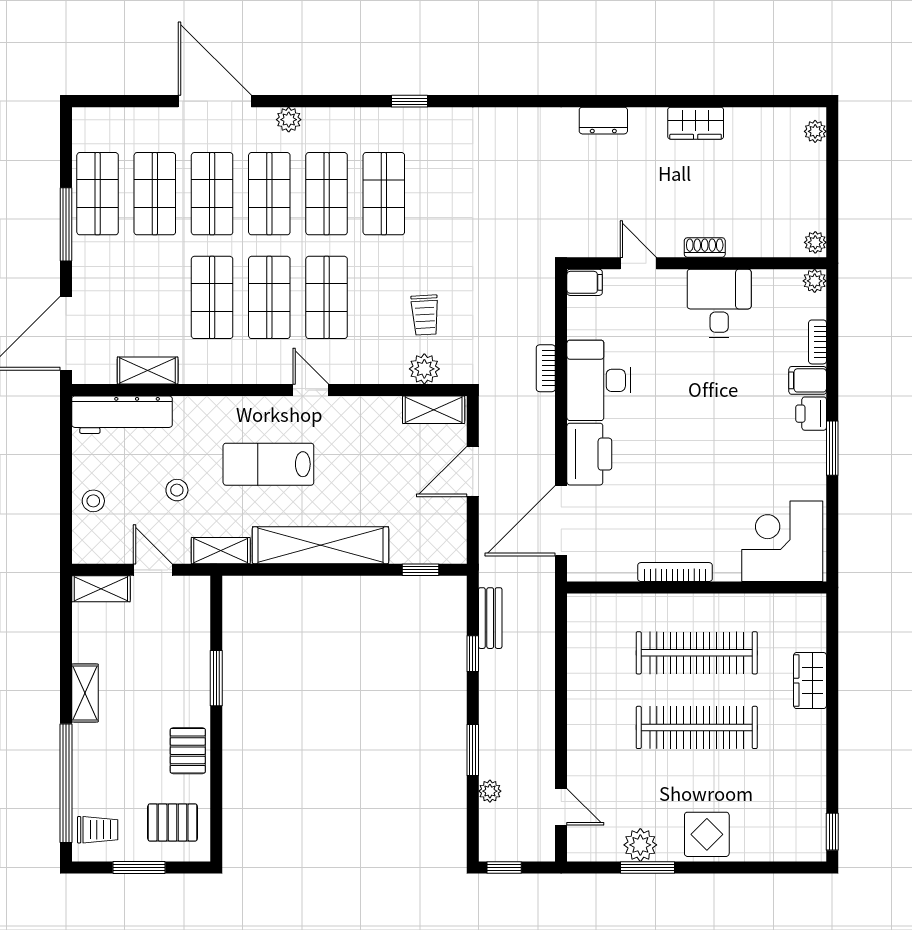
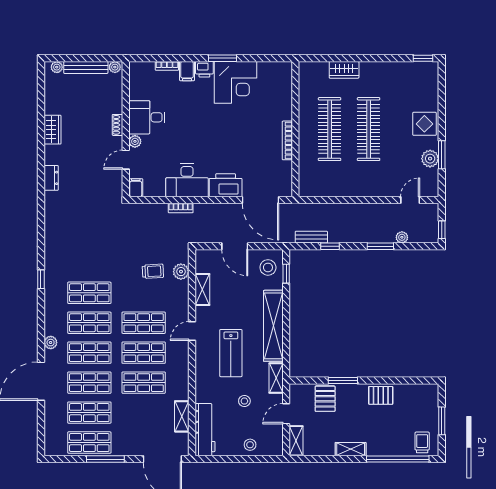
bench: (815, 187) -> (86, 67), added
plant: (815, 281) -> (135, 141), moved
shelving: (434, 410) -> (202, 289), moved
stool: (432, 535) -> (268, 267), added
corner desk: (782, 541) -> (236, 82), moved, turned -90
pallet: (173, 822) -> (325, 399), moved

